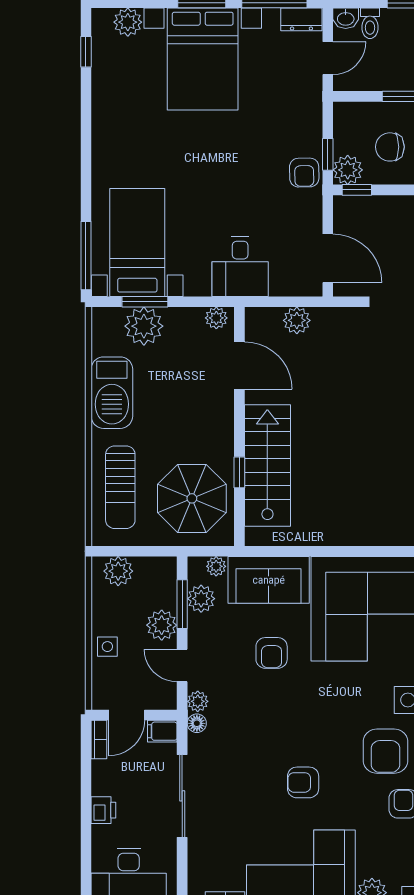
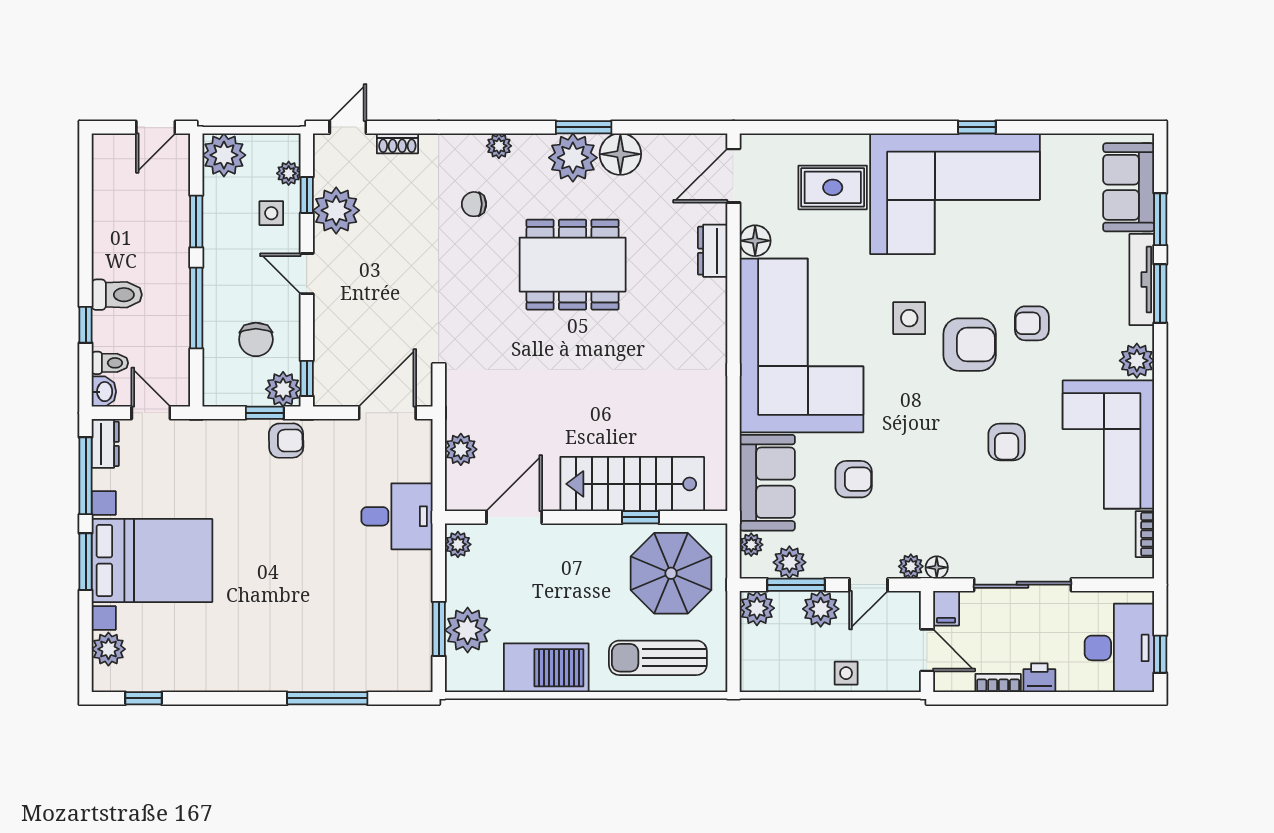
bed with nightstands: (137, 242) -> (369, 638), removed
window: (86, 256) -> (327, 698), moved
sun lounger: (120, 487) -> (658, 658), turned 180
plant: (118, 571) -> (757, 608), moved
bookcase: (99, 740) -> (998, 683), moved

